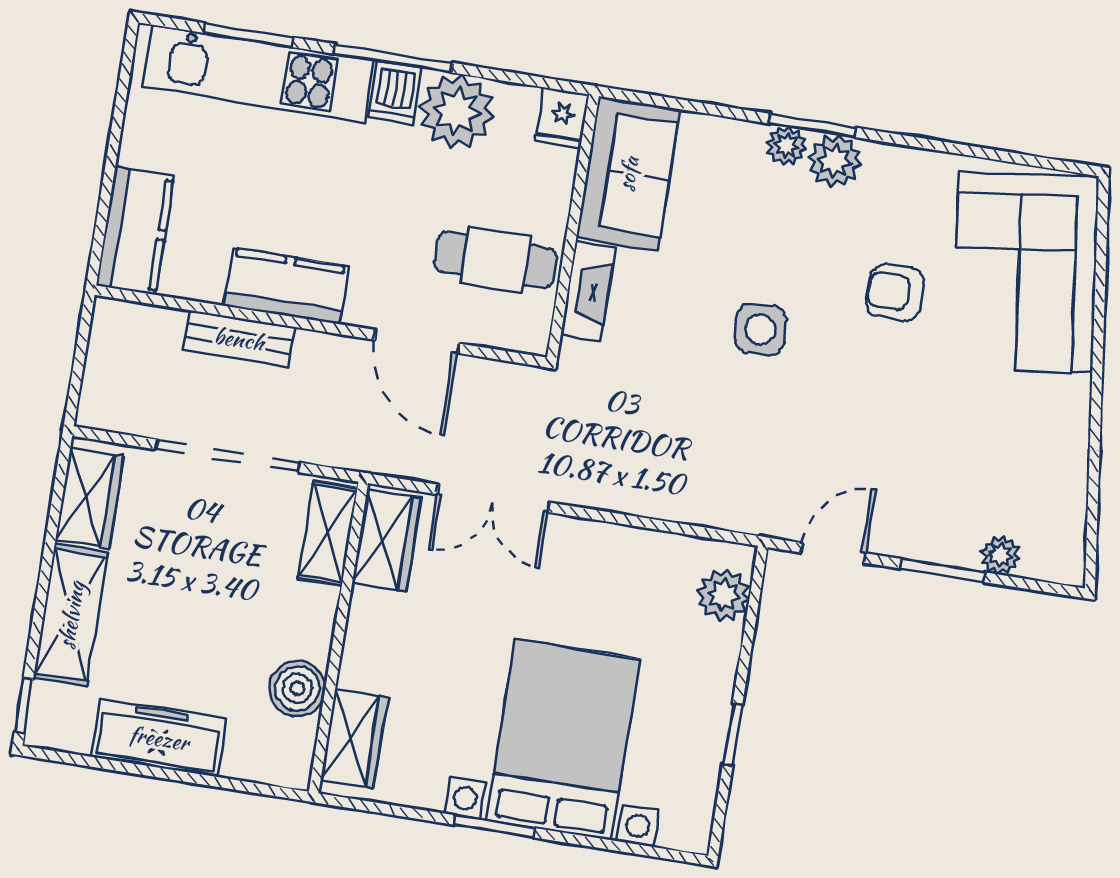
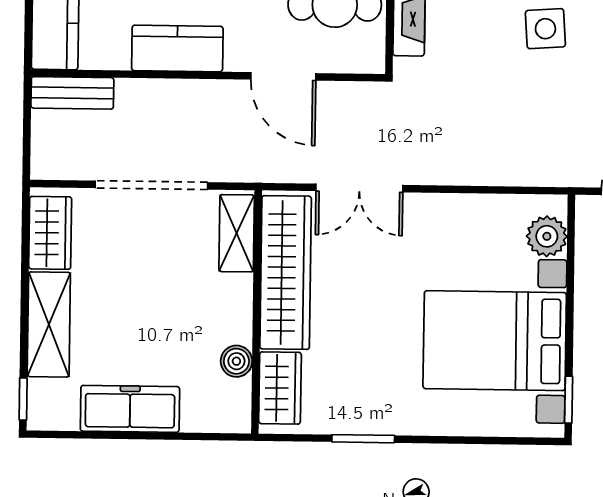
bench: (239, 339) -> (72, 93), moved
wardrobe: (386, 541) -> (286, 273), width x2.10, depth x1.17
boiler: (297, 688) -> (236, 361), width x0.73, depth x0.73
window: (733, 735) -> (569, 400), moved
bed with nightstands: (563, 740) -> (495, 341), moved, turned -90
window: (494, 826) -> (363, 439), moved

